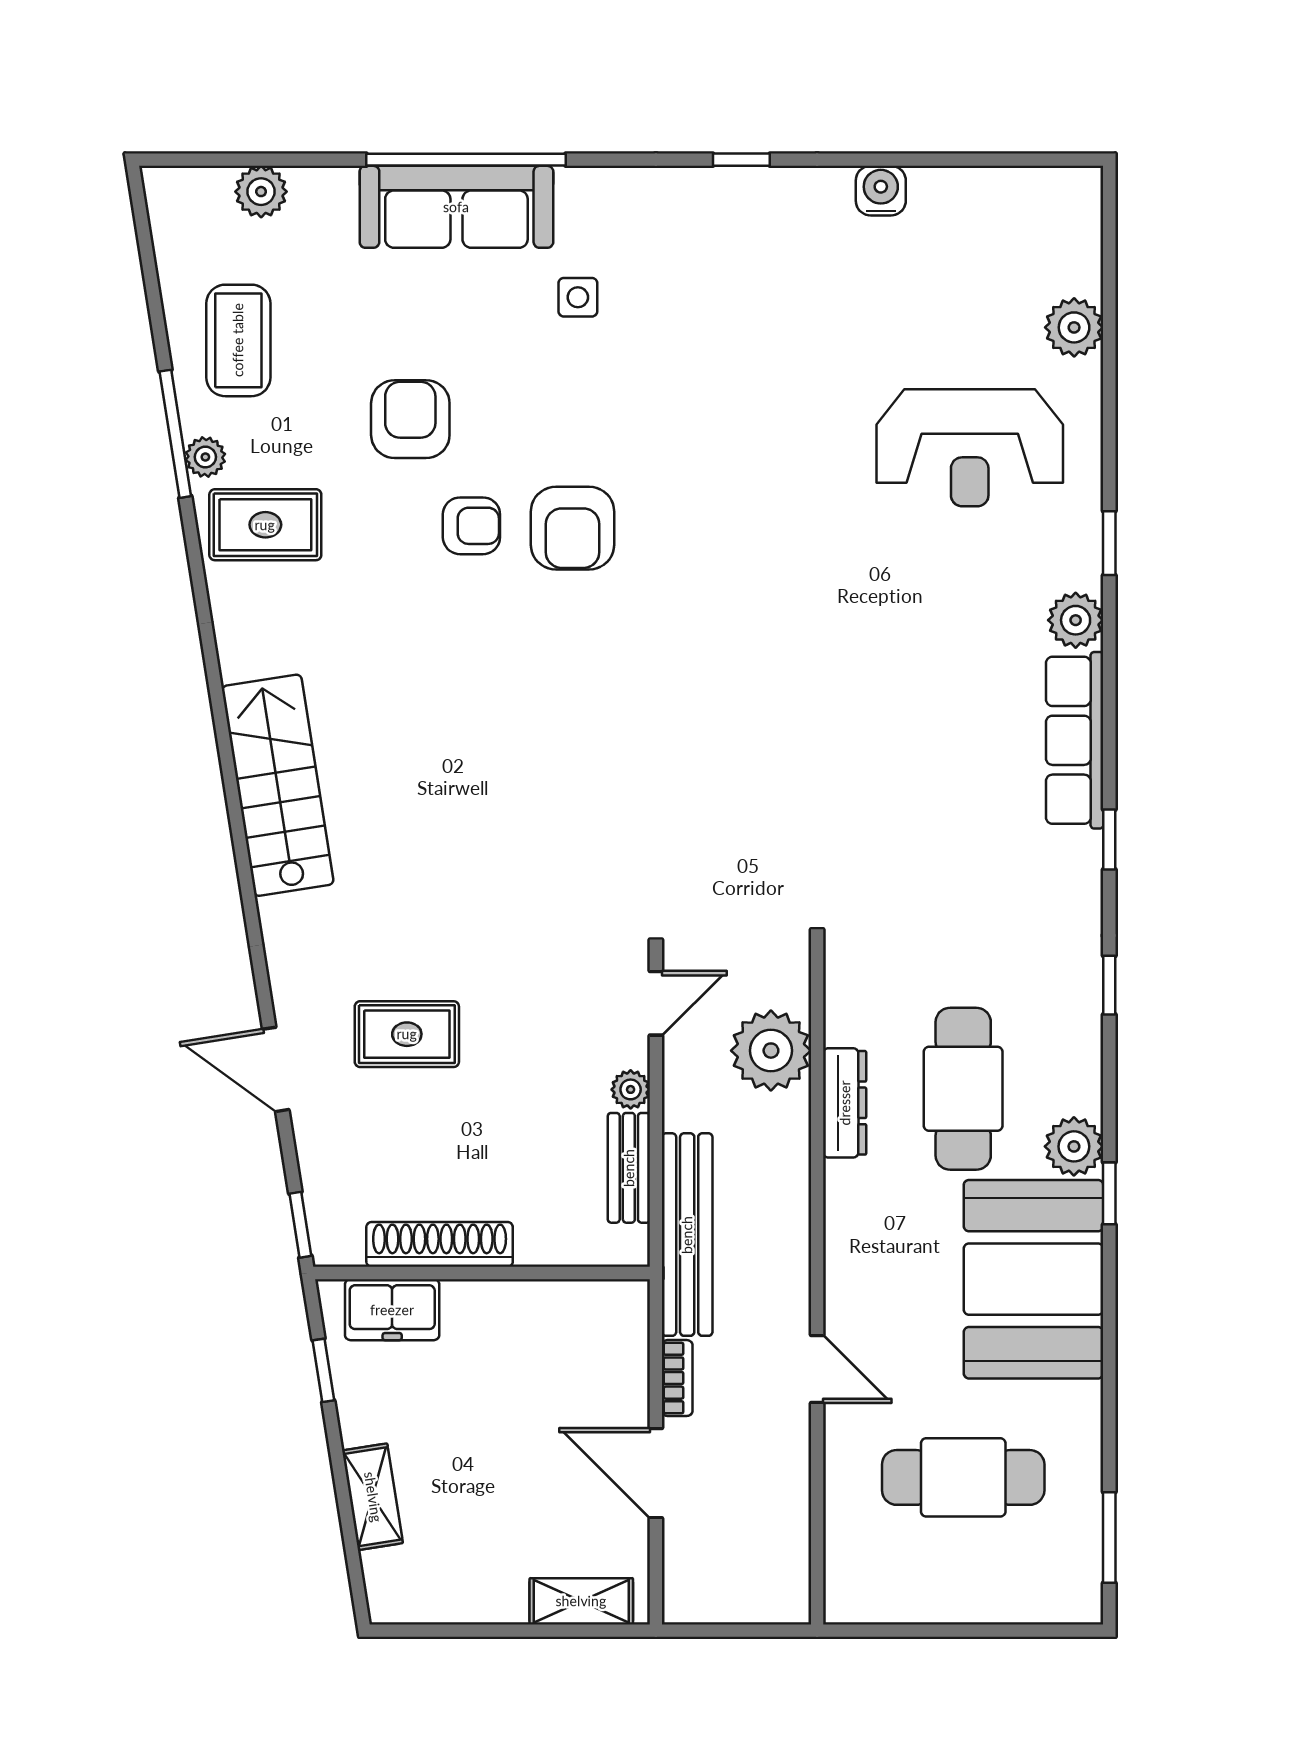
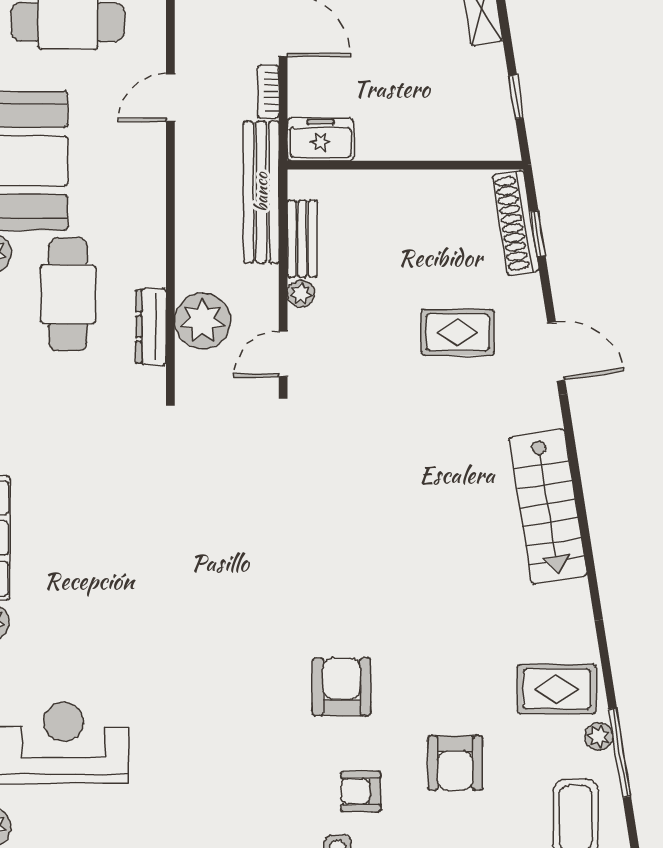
armchair: (471, 526) -> (361, 791), moved
door: (276, 1069) -> (556, 352), moved
dresser: (845, 1103) -> (151, 327), moved
window: (300, 1225) -> (538, 234), moved
shoe rack: (440, 1244) -> (516, 223), moved, turned 81
freezer: (392, 1310) -> (320, 139), moved
door: (817, 1369) -> (170, 98), hinge flipped

